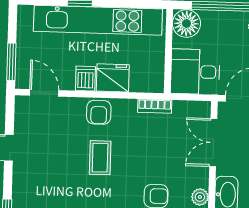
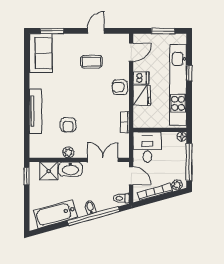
floor lamp: (186, 24) -> (182, 137), width x0.53, depth x0.53
window: (11, 62) -> (163, 31), moved
coffee table: (100, 158) -> (92, 62), moved

